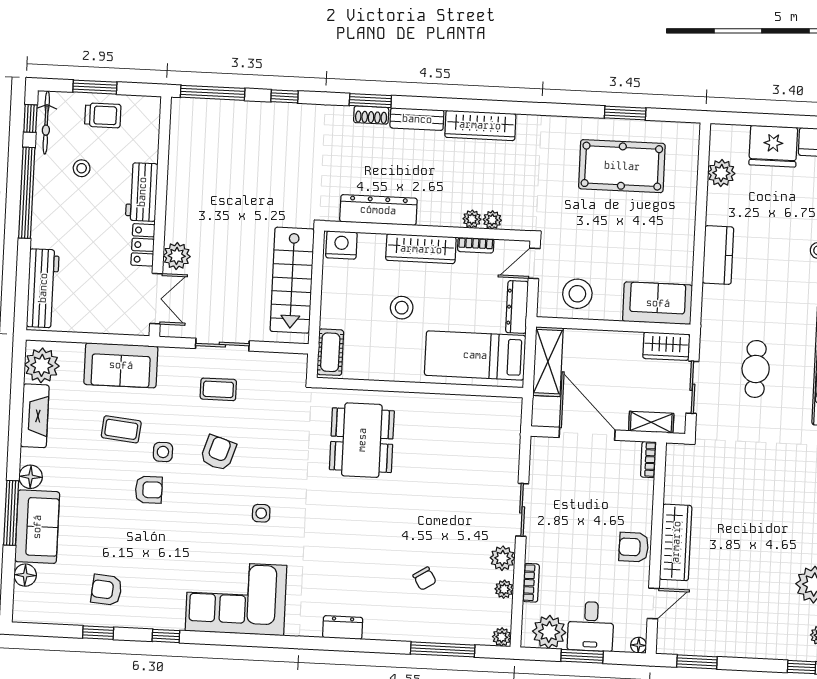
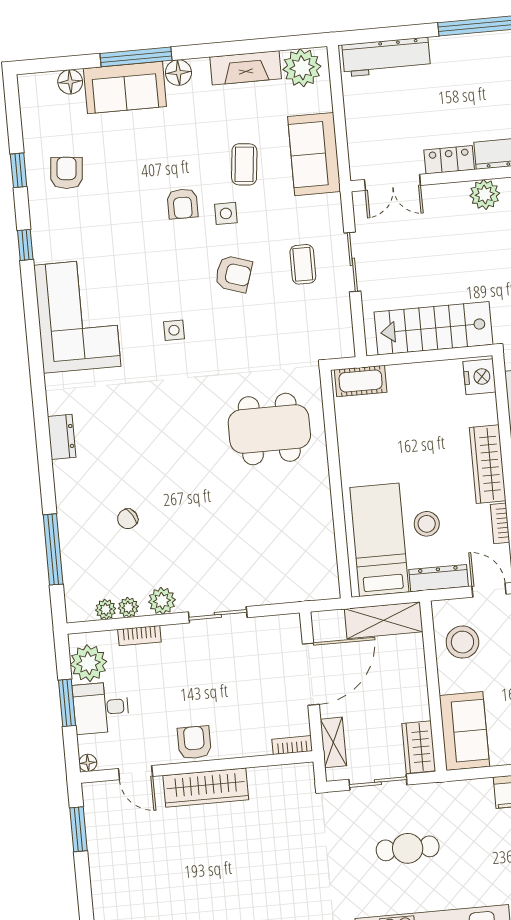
plant: (177, 256) -> (485, 195), moved
stool: (402, 308) -> (427, 524), moved
plant: (502, 637) -> (106, 609), moved

